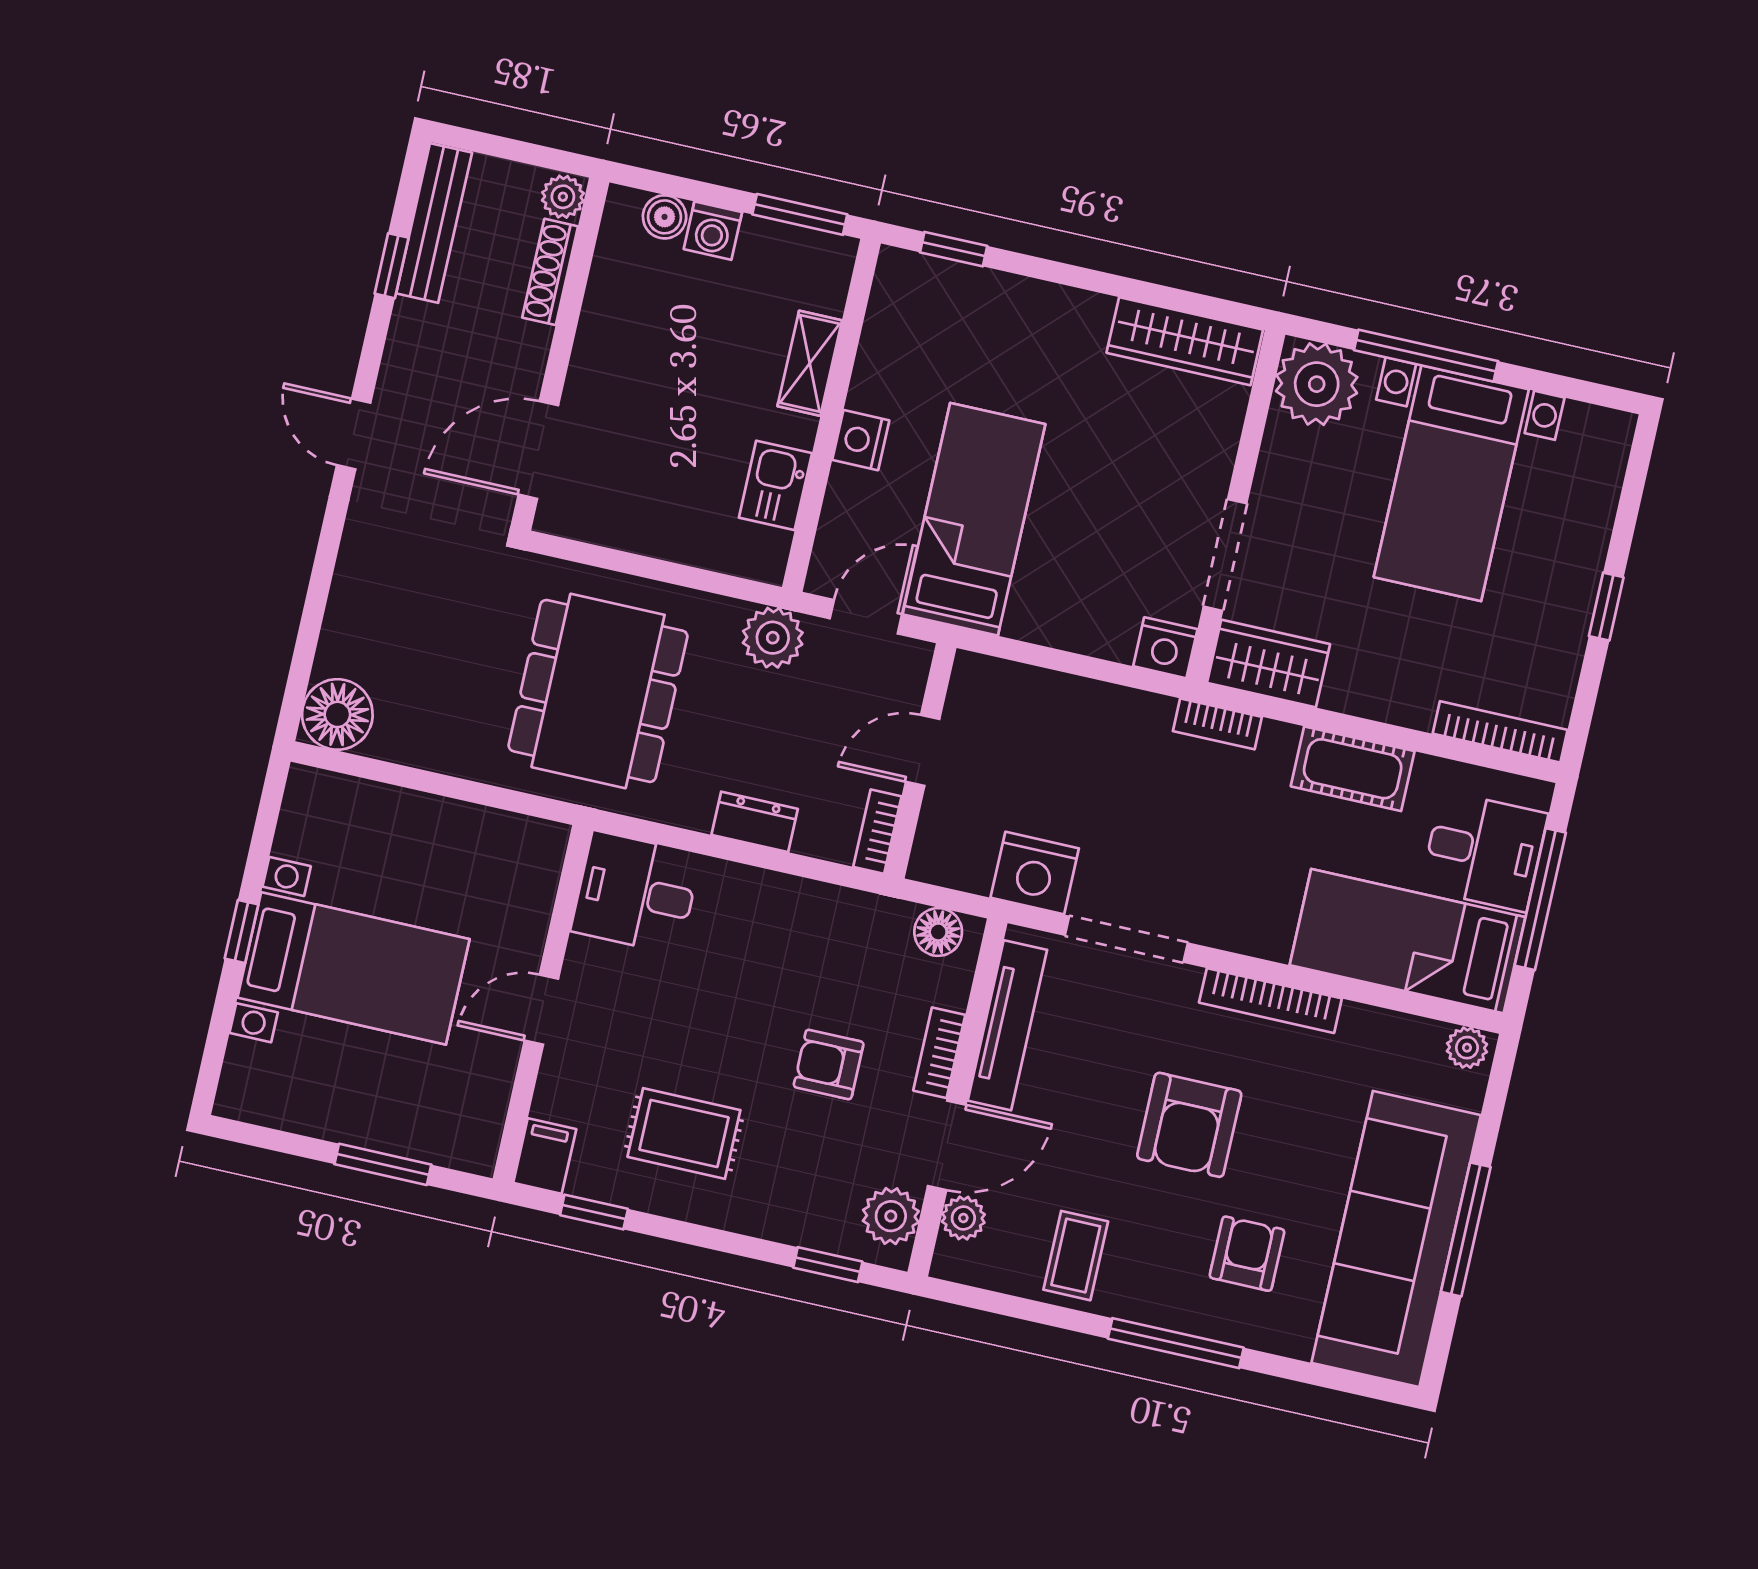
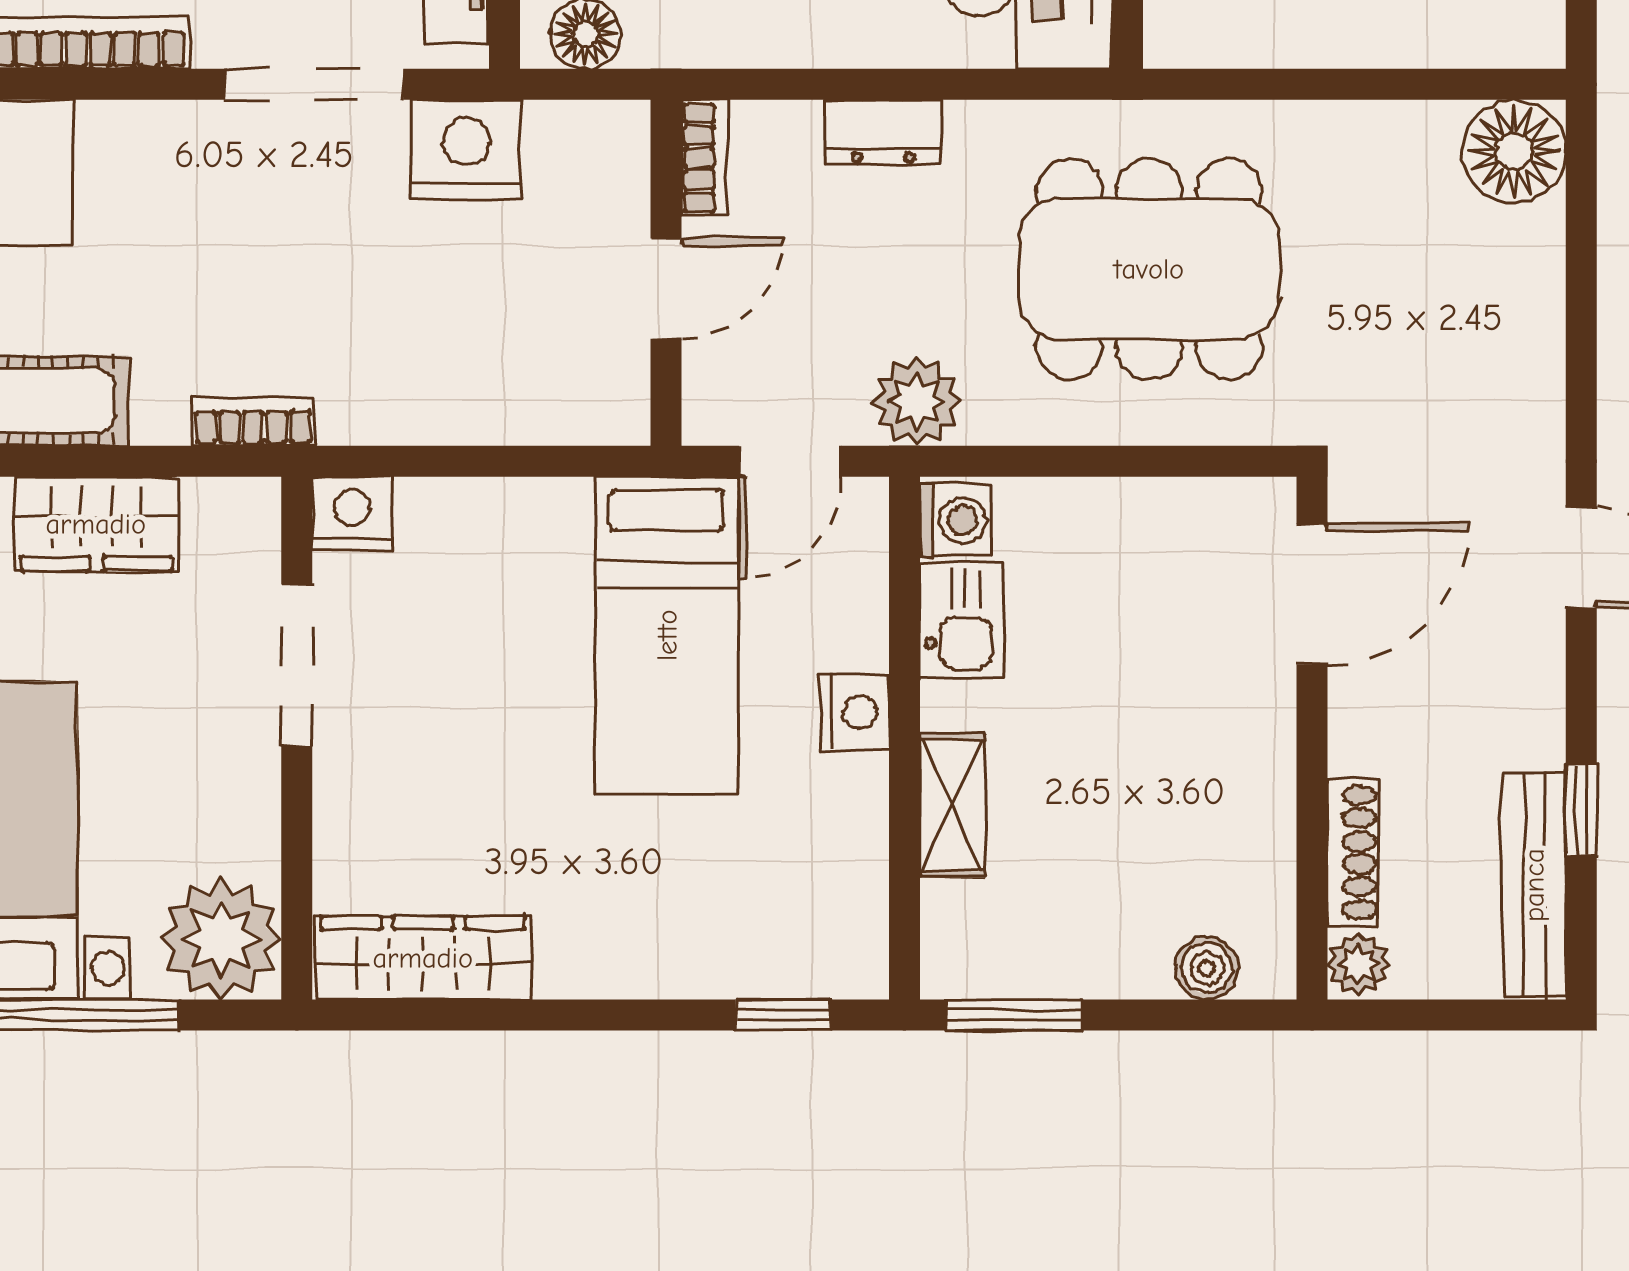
washing machine: (713, 231) -> (956, 520), moved, turned 90
wardrobe: (1269, 664) -> (96, 524), moved
dining table: (598, 691) -> (1149, 269), turned 90

